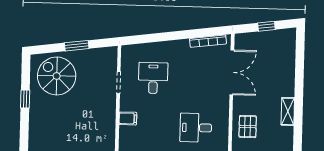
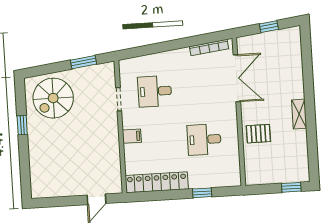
window: (77, 46) -> (83, 62), moved
spiral stairs: (57, 76) -> (53, 98), turned -90
desk: (153, 78) -> (155, 91), turned -90
pallet: (248, 127) -> (258, 134), turned 90

